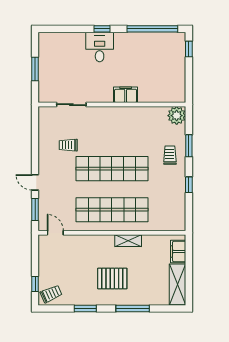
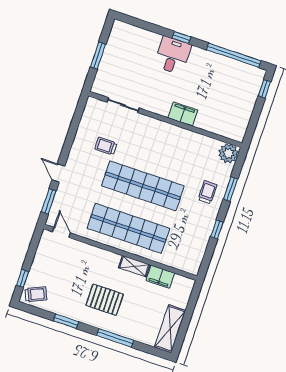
filing cabinet: (178, 251) -> (160, 277), moved, turned -90

